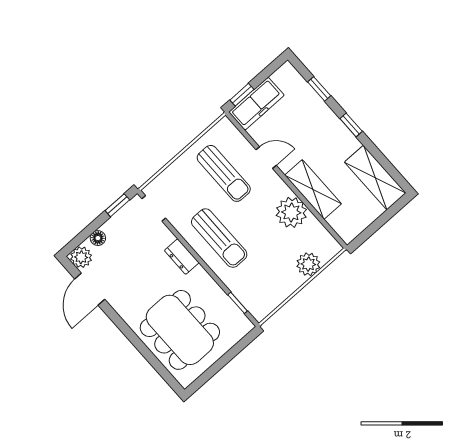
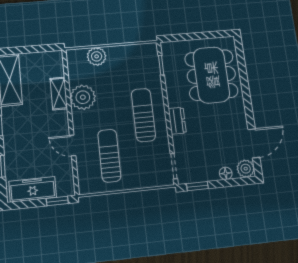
freezer: (256, 104) -> (33, 189), moved
shelving: (313, 190) -> (59, 94), width x0.67, depth x0.75

